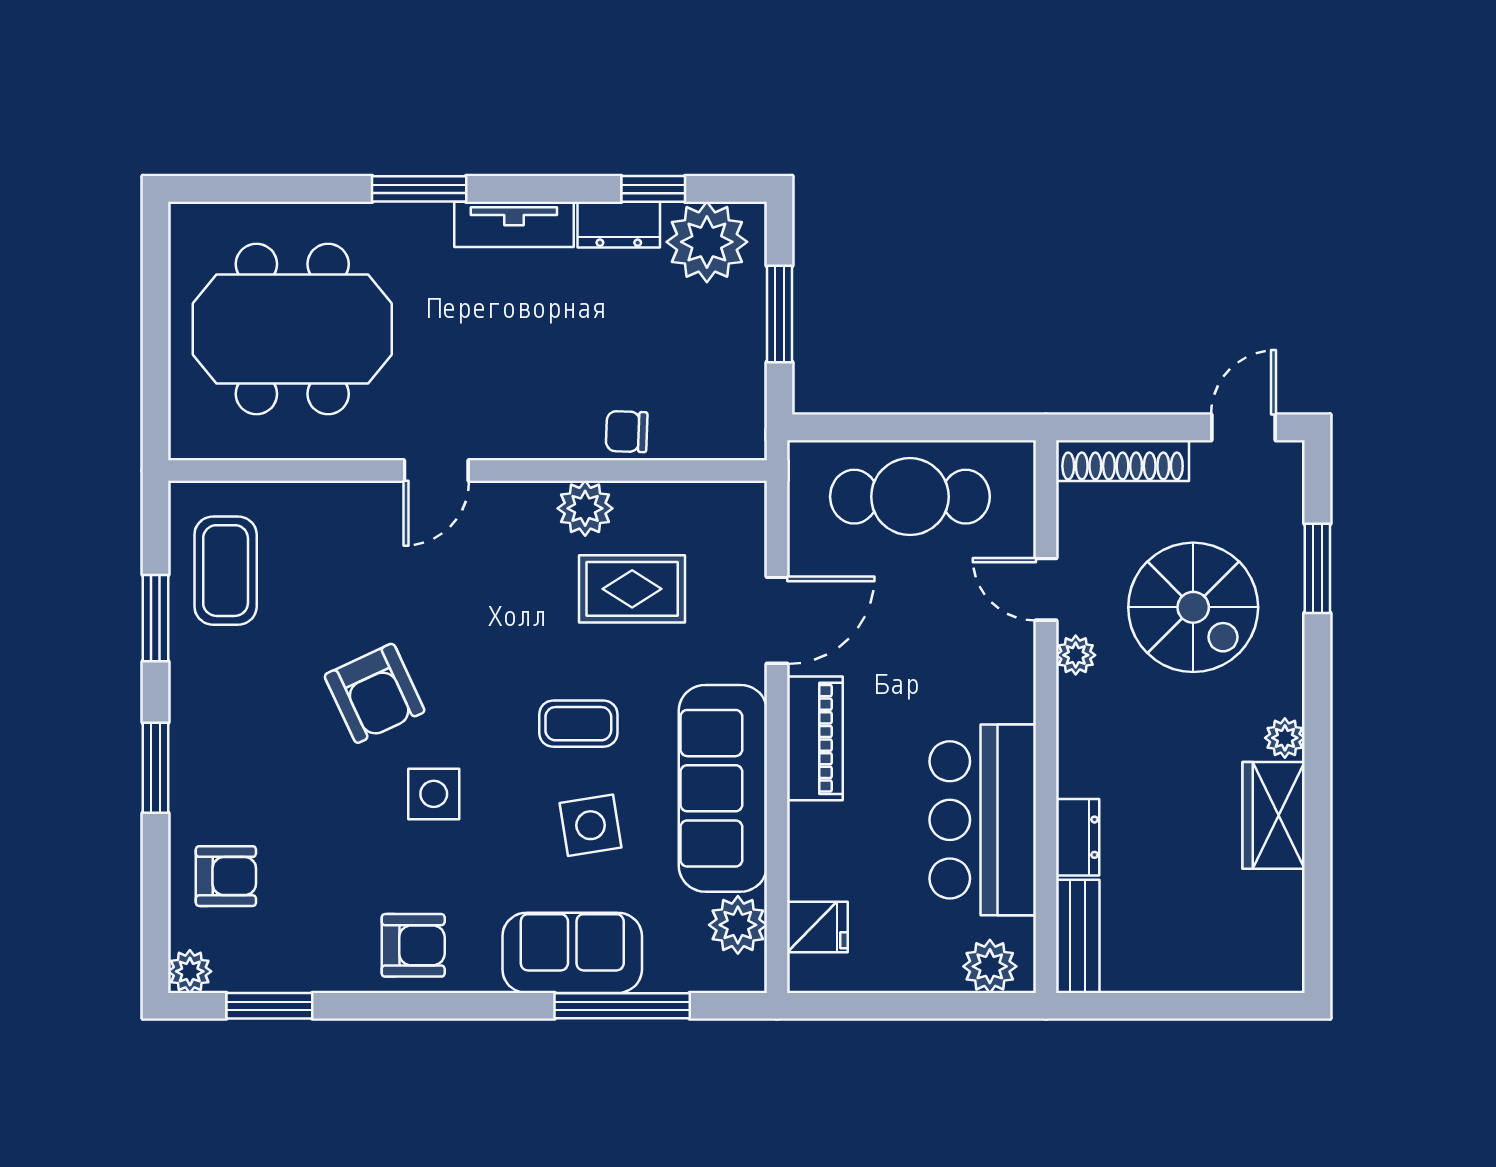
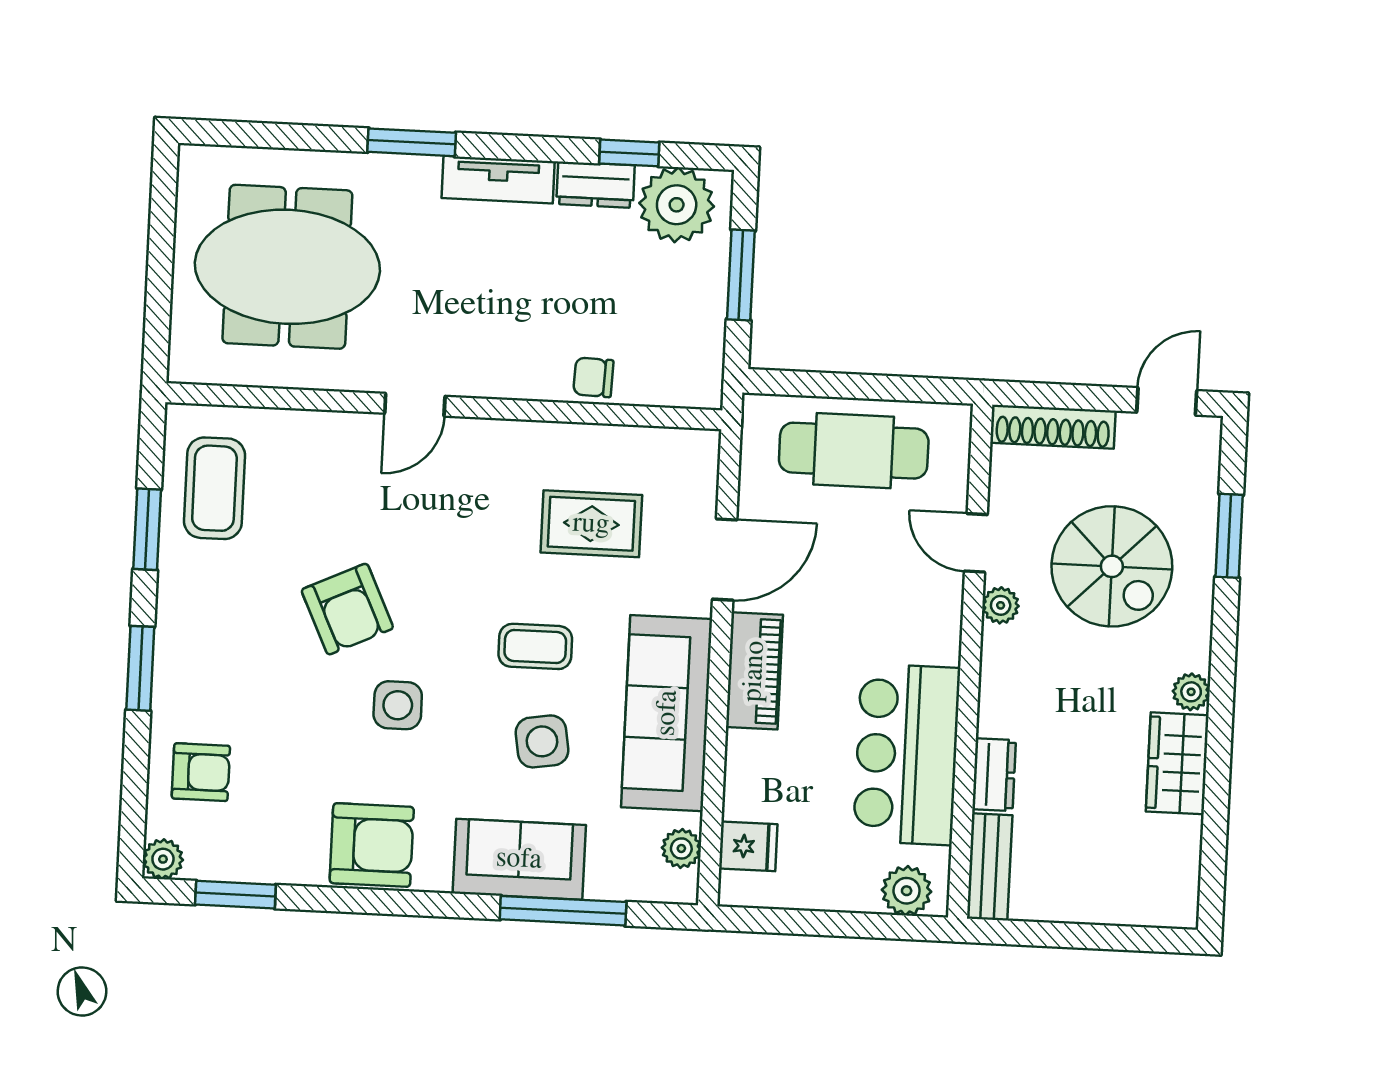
plant: (585, 508) -> (551, 447), removed
plant: (738, 925) -> (681, 848), width x0.73, depth x0.73
armchair: (413, 945) -> (372, 845), width x1.38, depth x1.38

